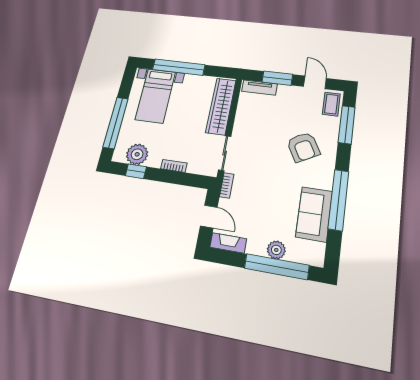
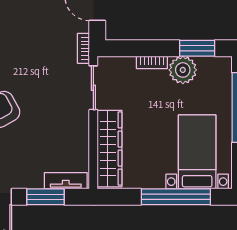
plant: (137, 154) -> (183, 70), moved
window: (136, 171) -> (197, 48), width x1.50

